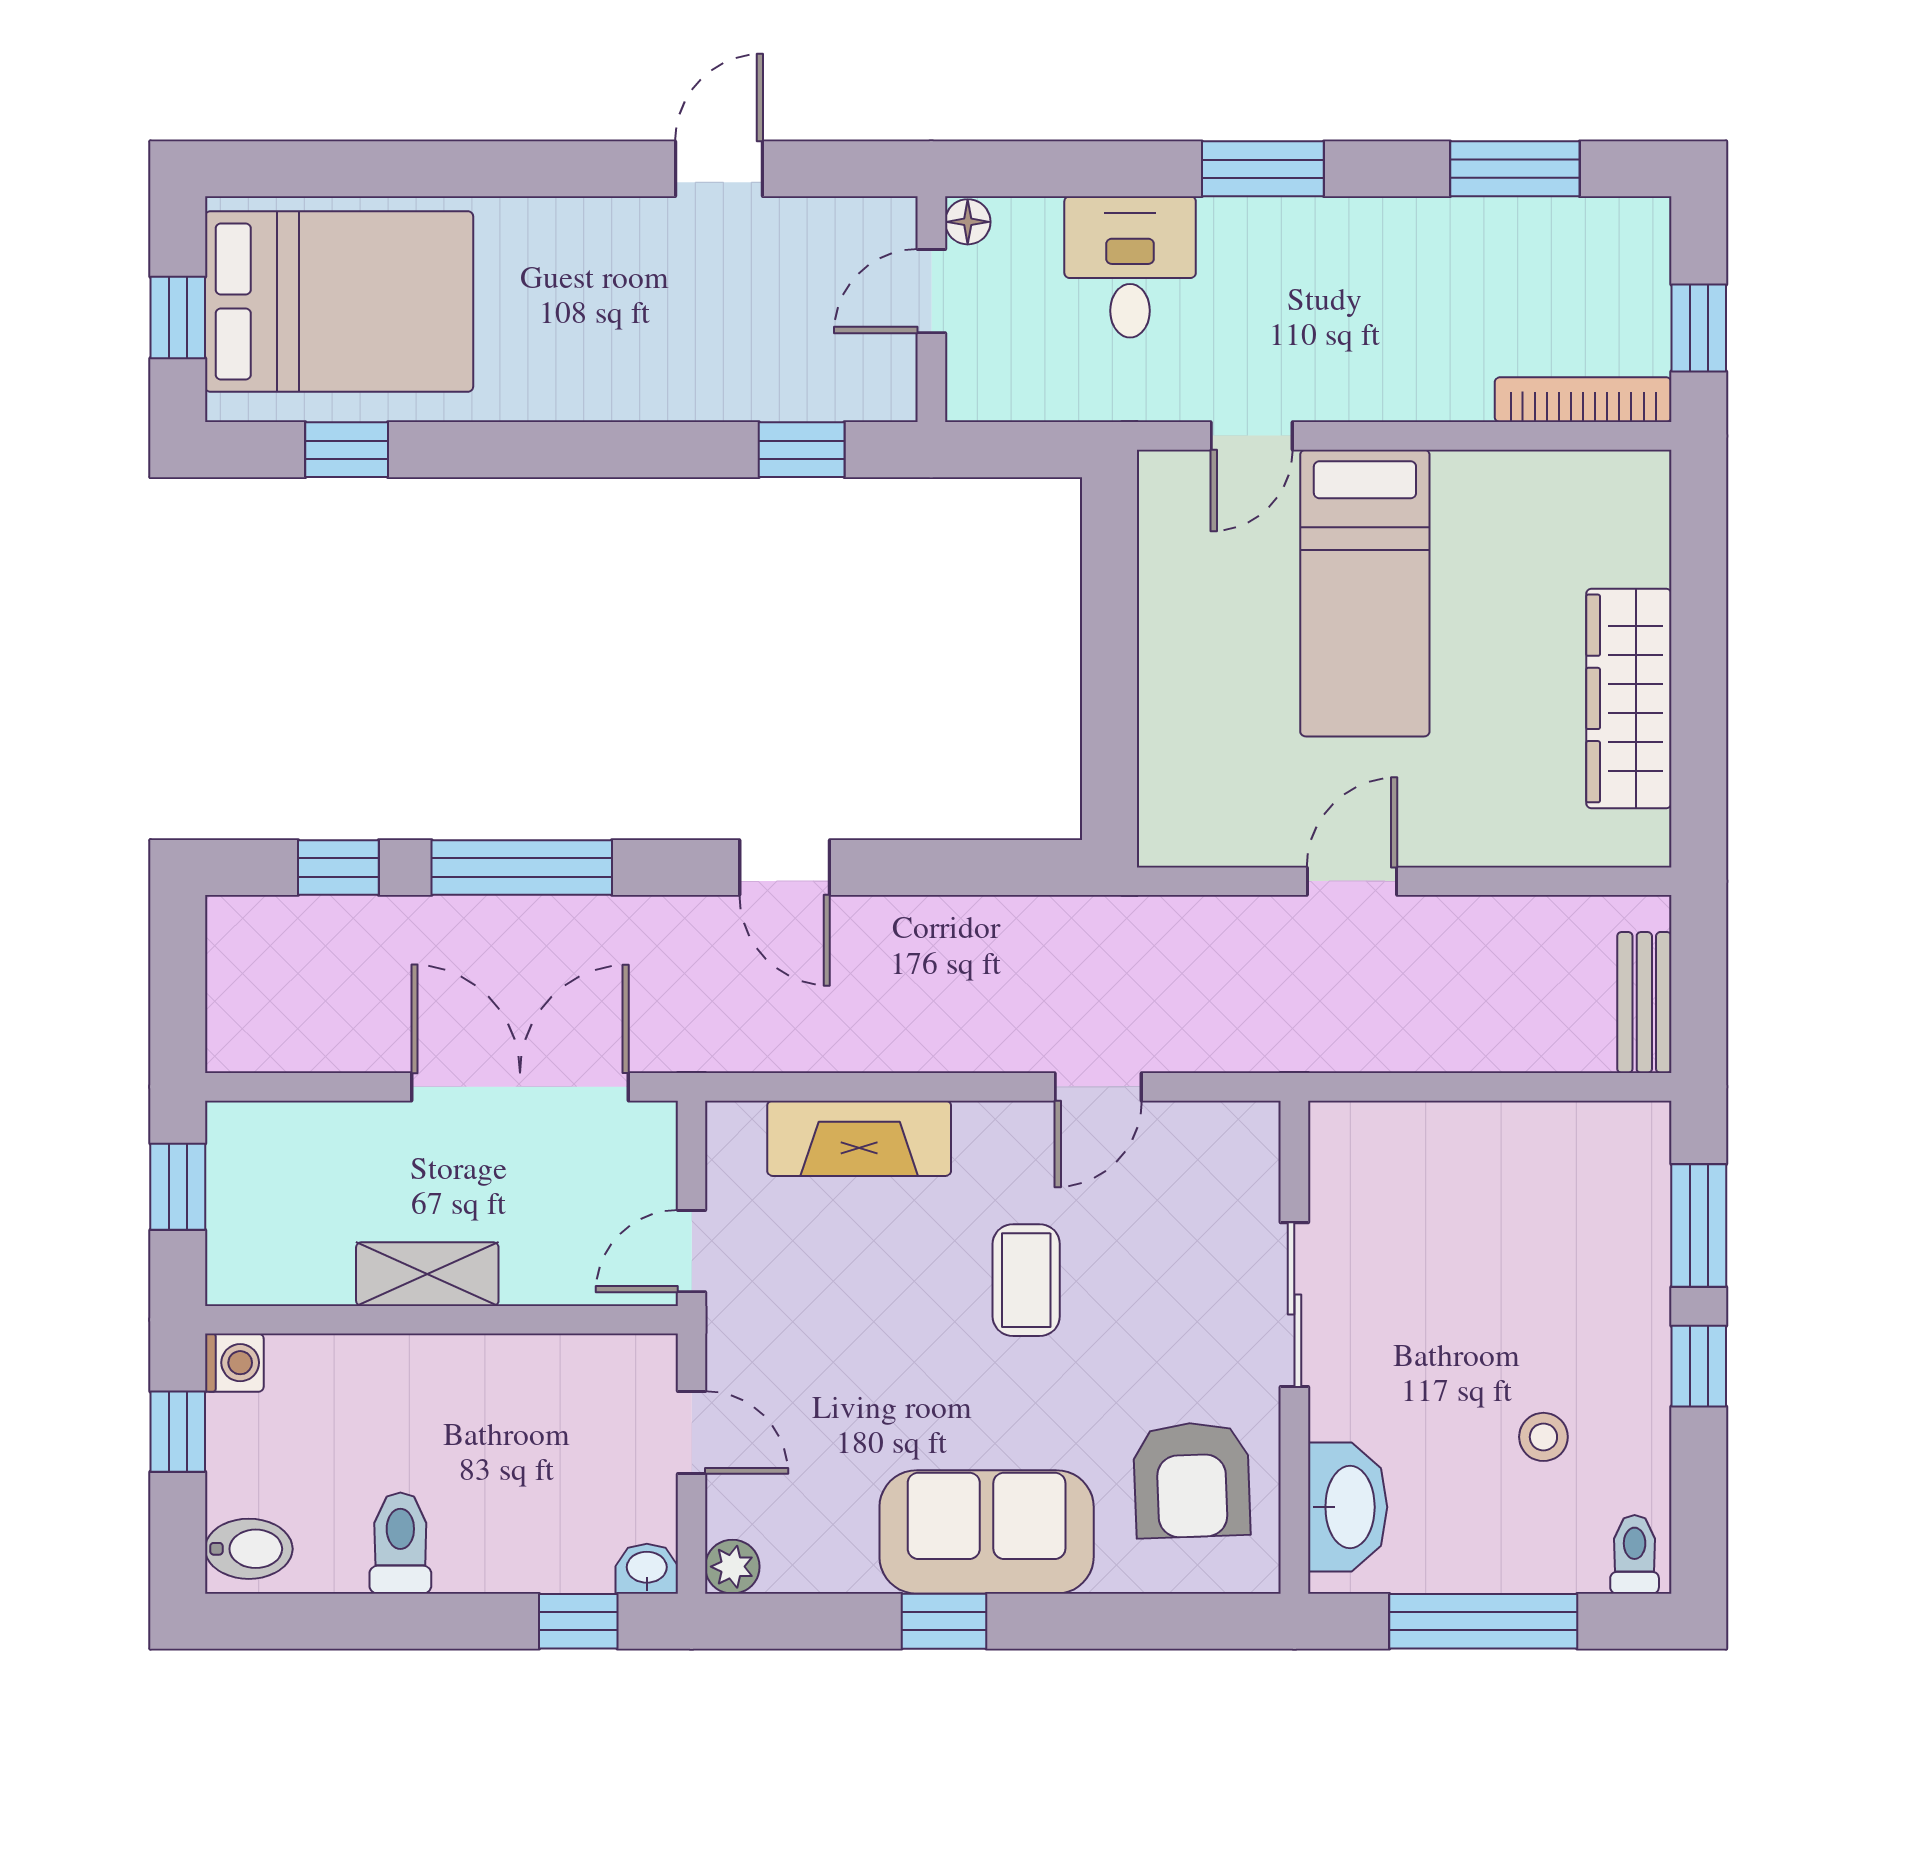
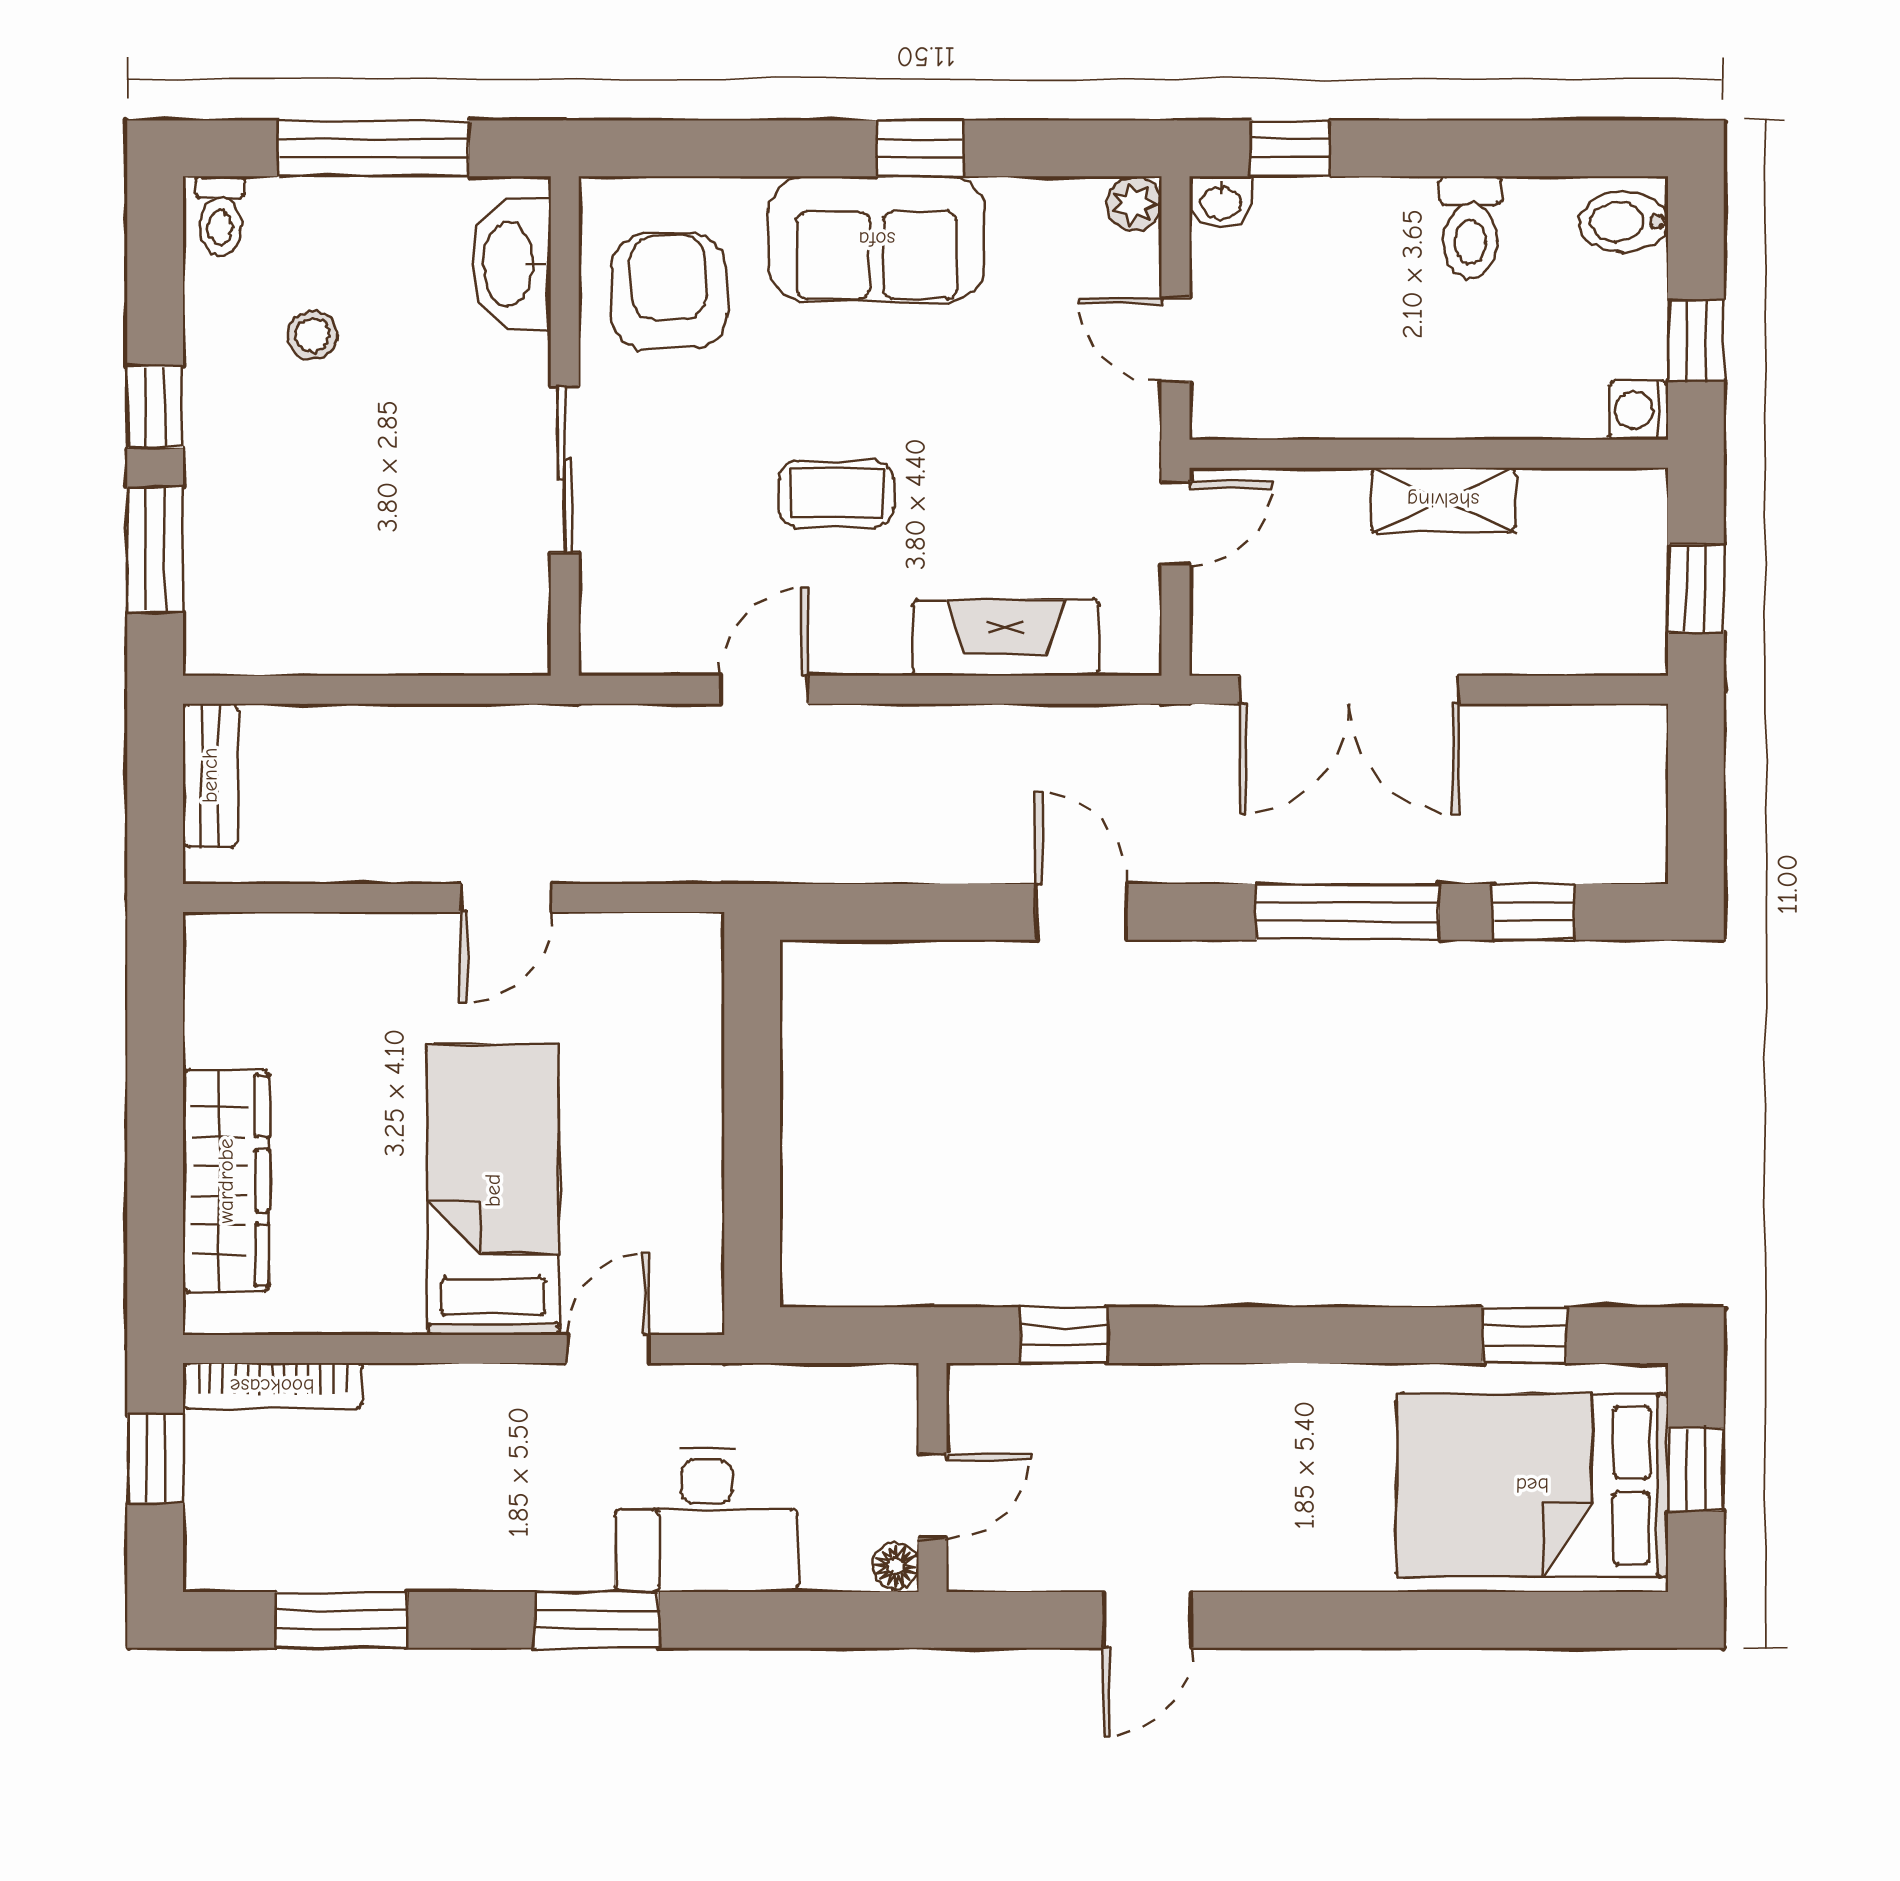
desk: (1130, 267) -> (707, 1520), width x1.37
wardrobe: (1629, 698) -> (226, 1181), moved
coffee table: (1026, 1280) -> (836, 494), turned 90

